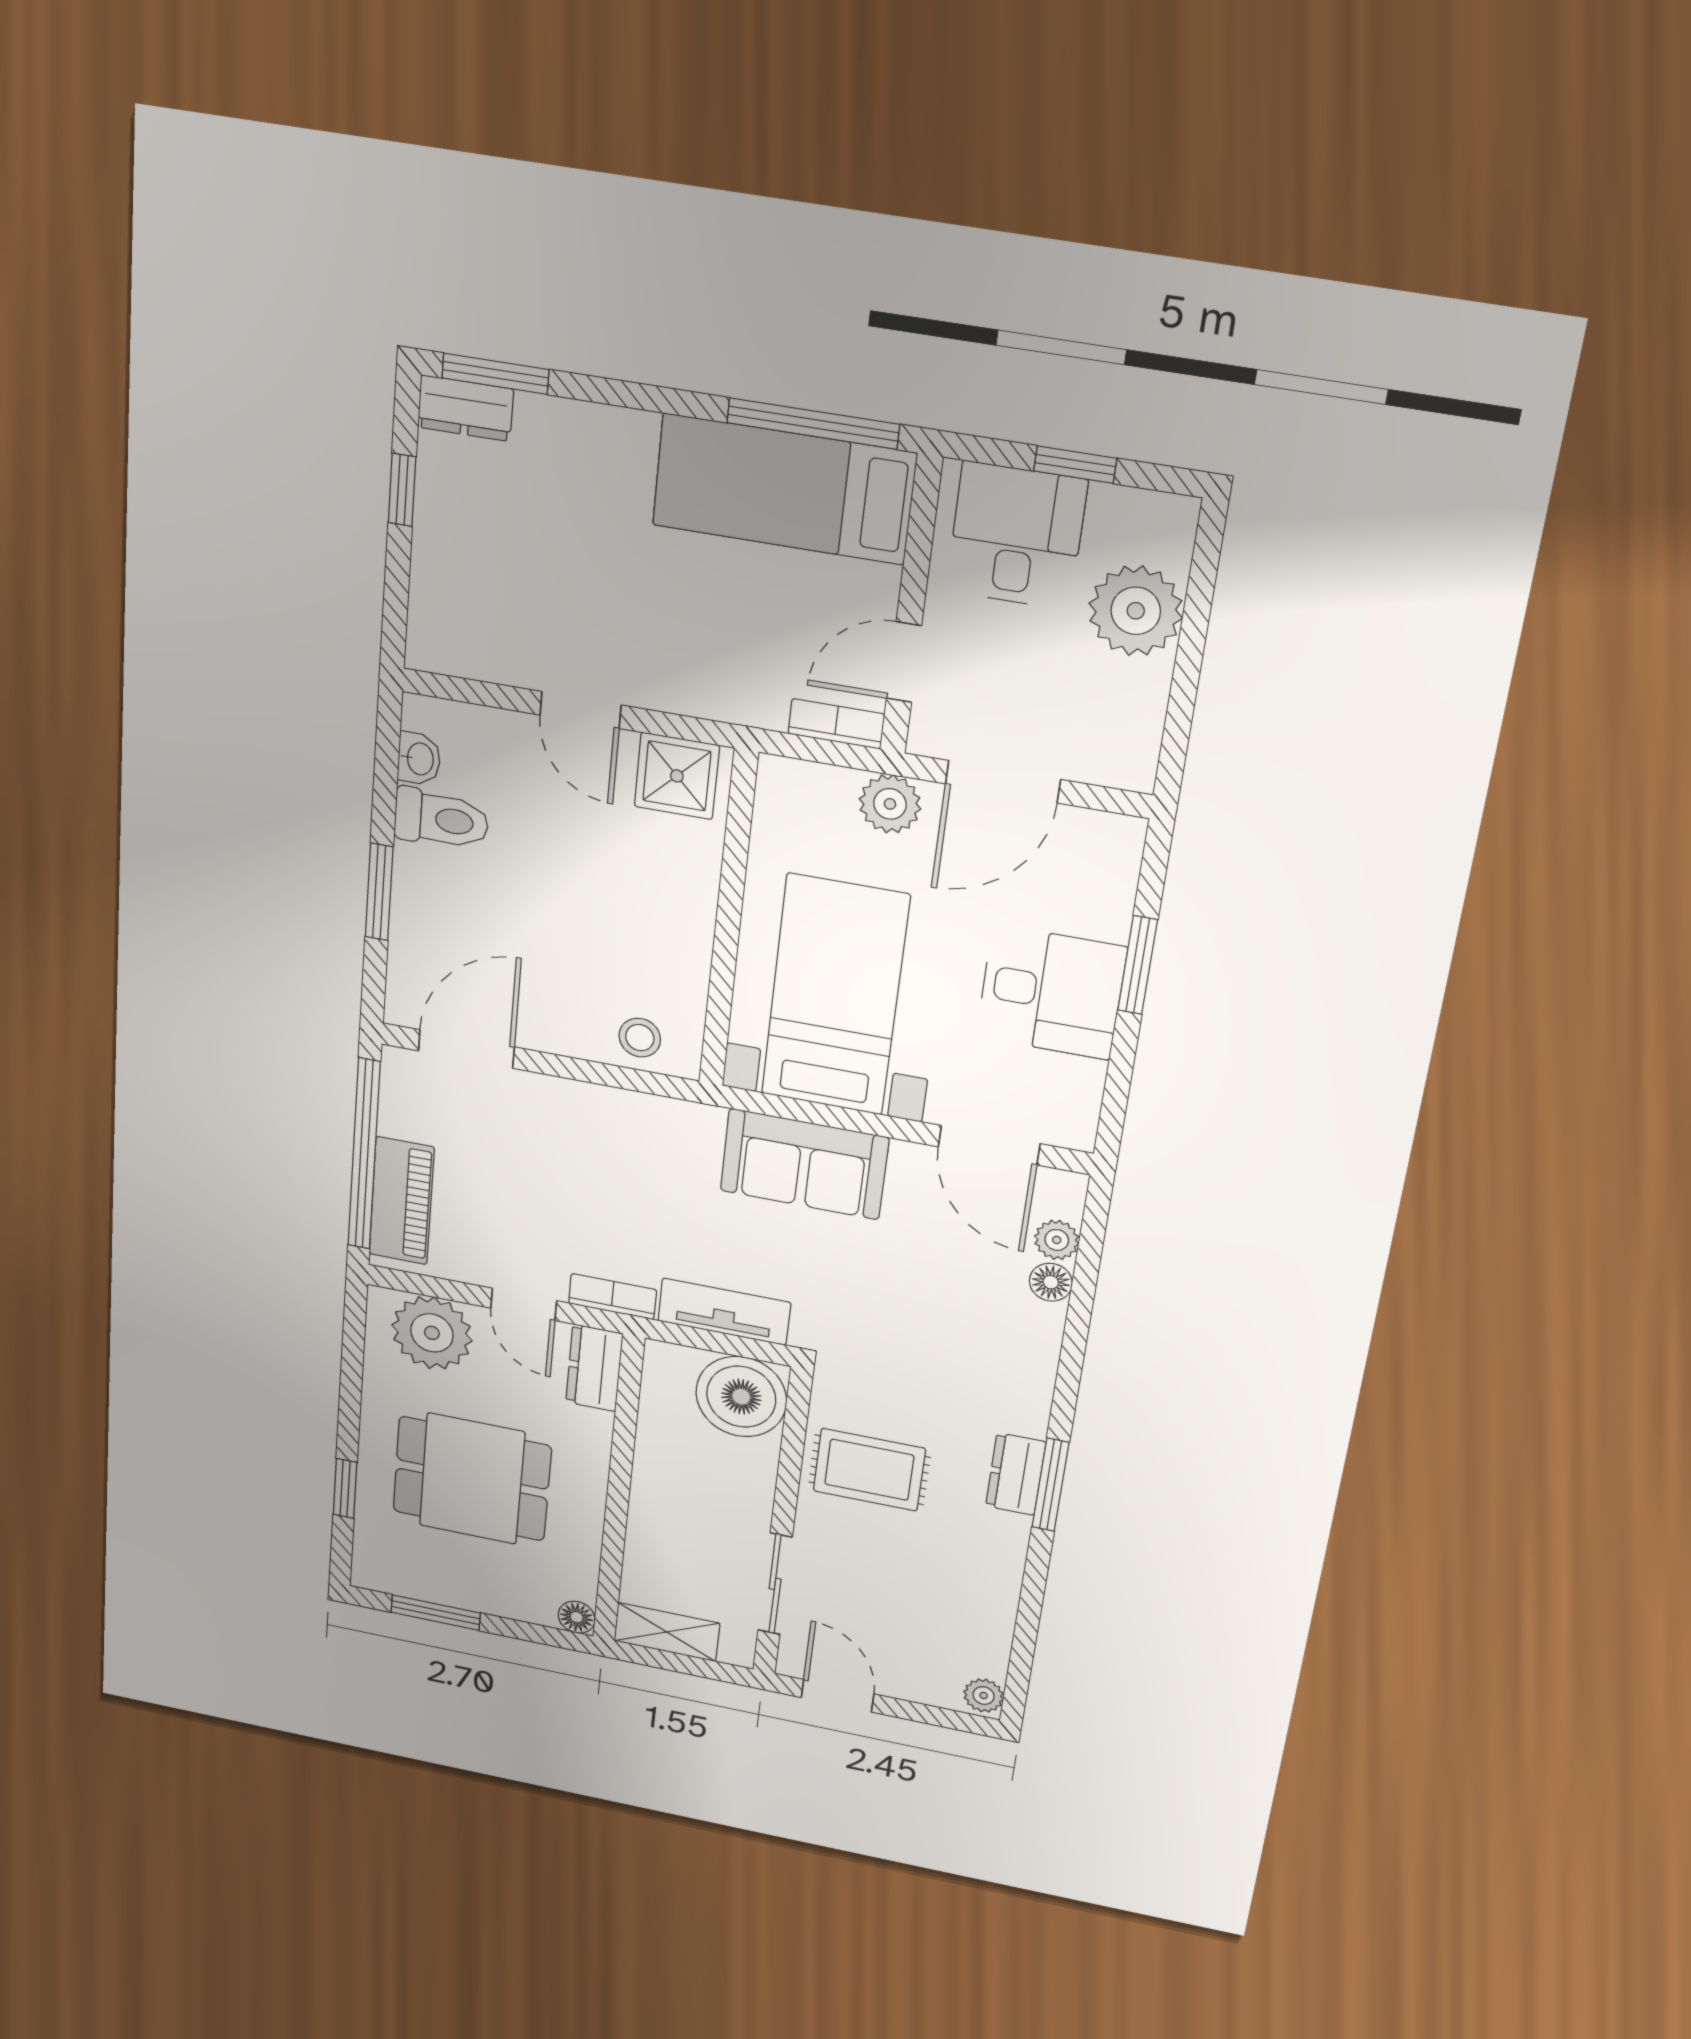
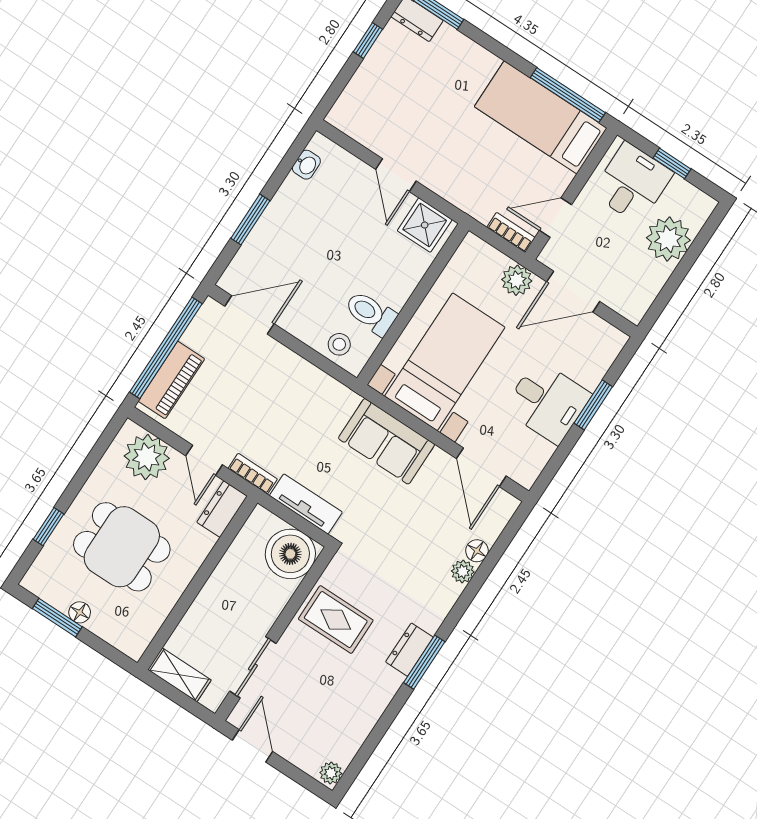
toilet: (441, 819) -> (371, 313), moved, turned 180
plant: (1057, 1240) -> (463, 572), moved
floor lamp: (577, 1617) -> (80, 612), moved

